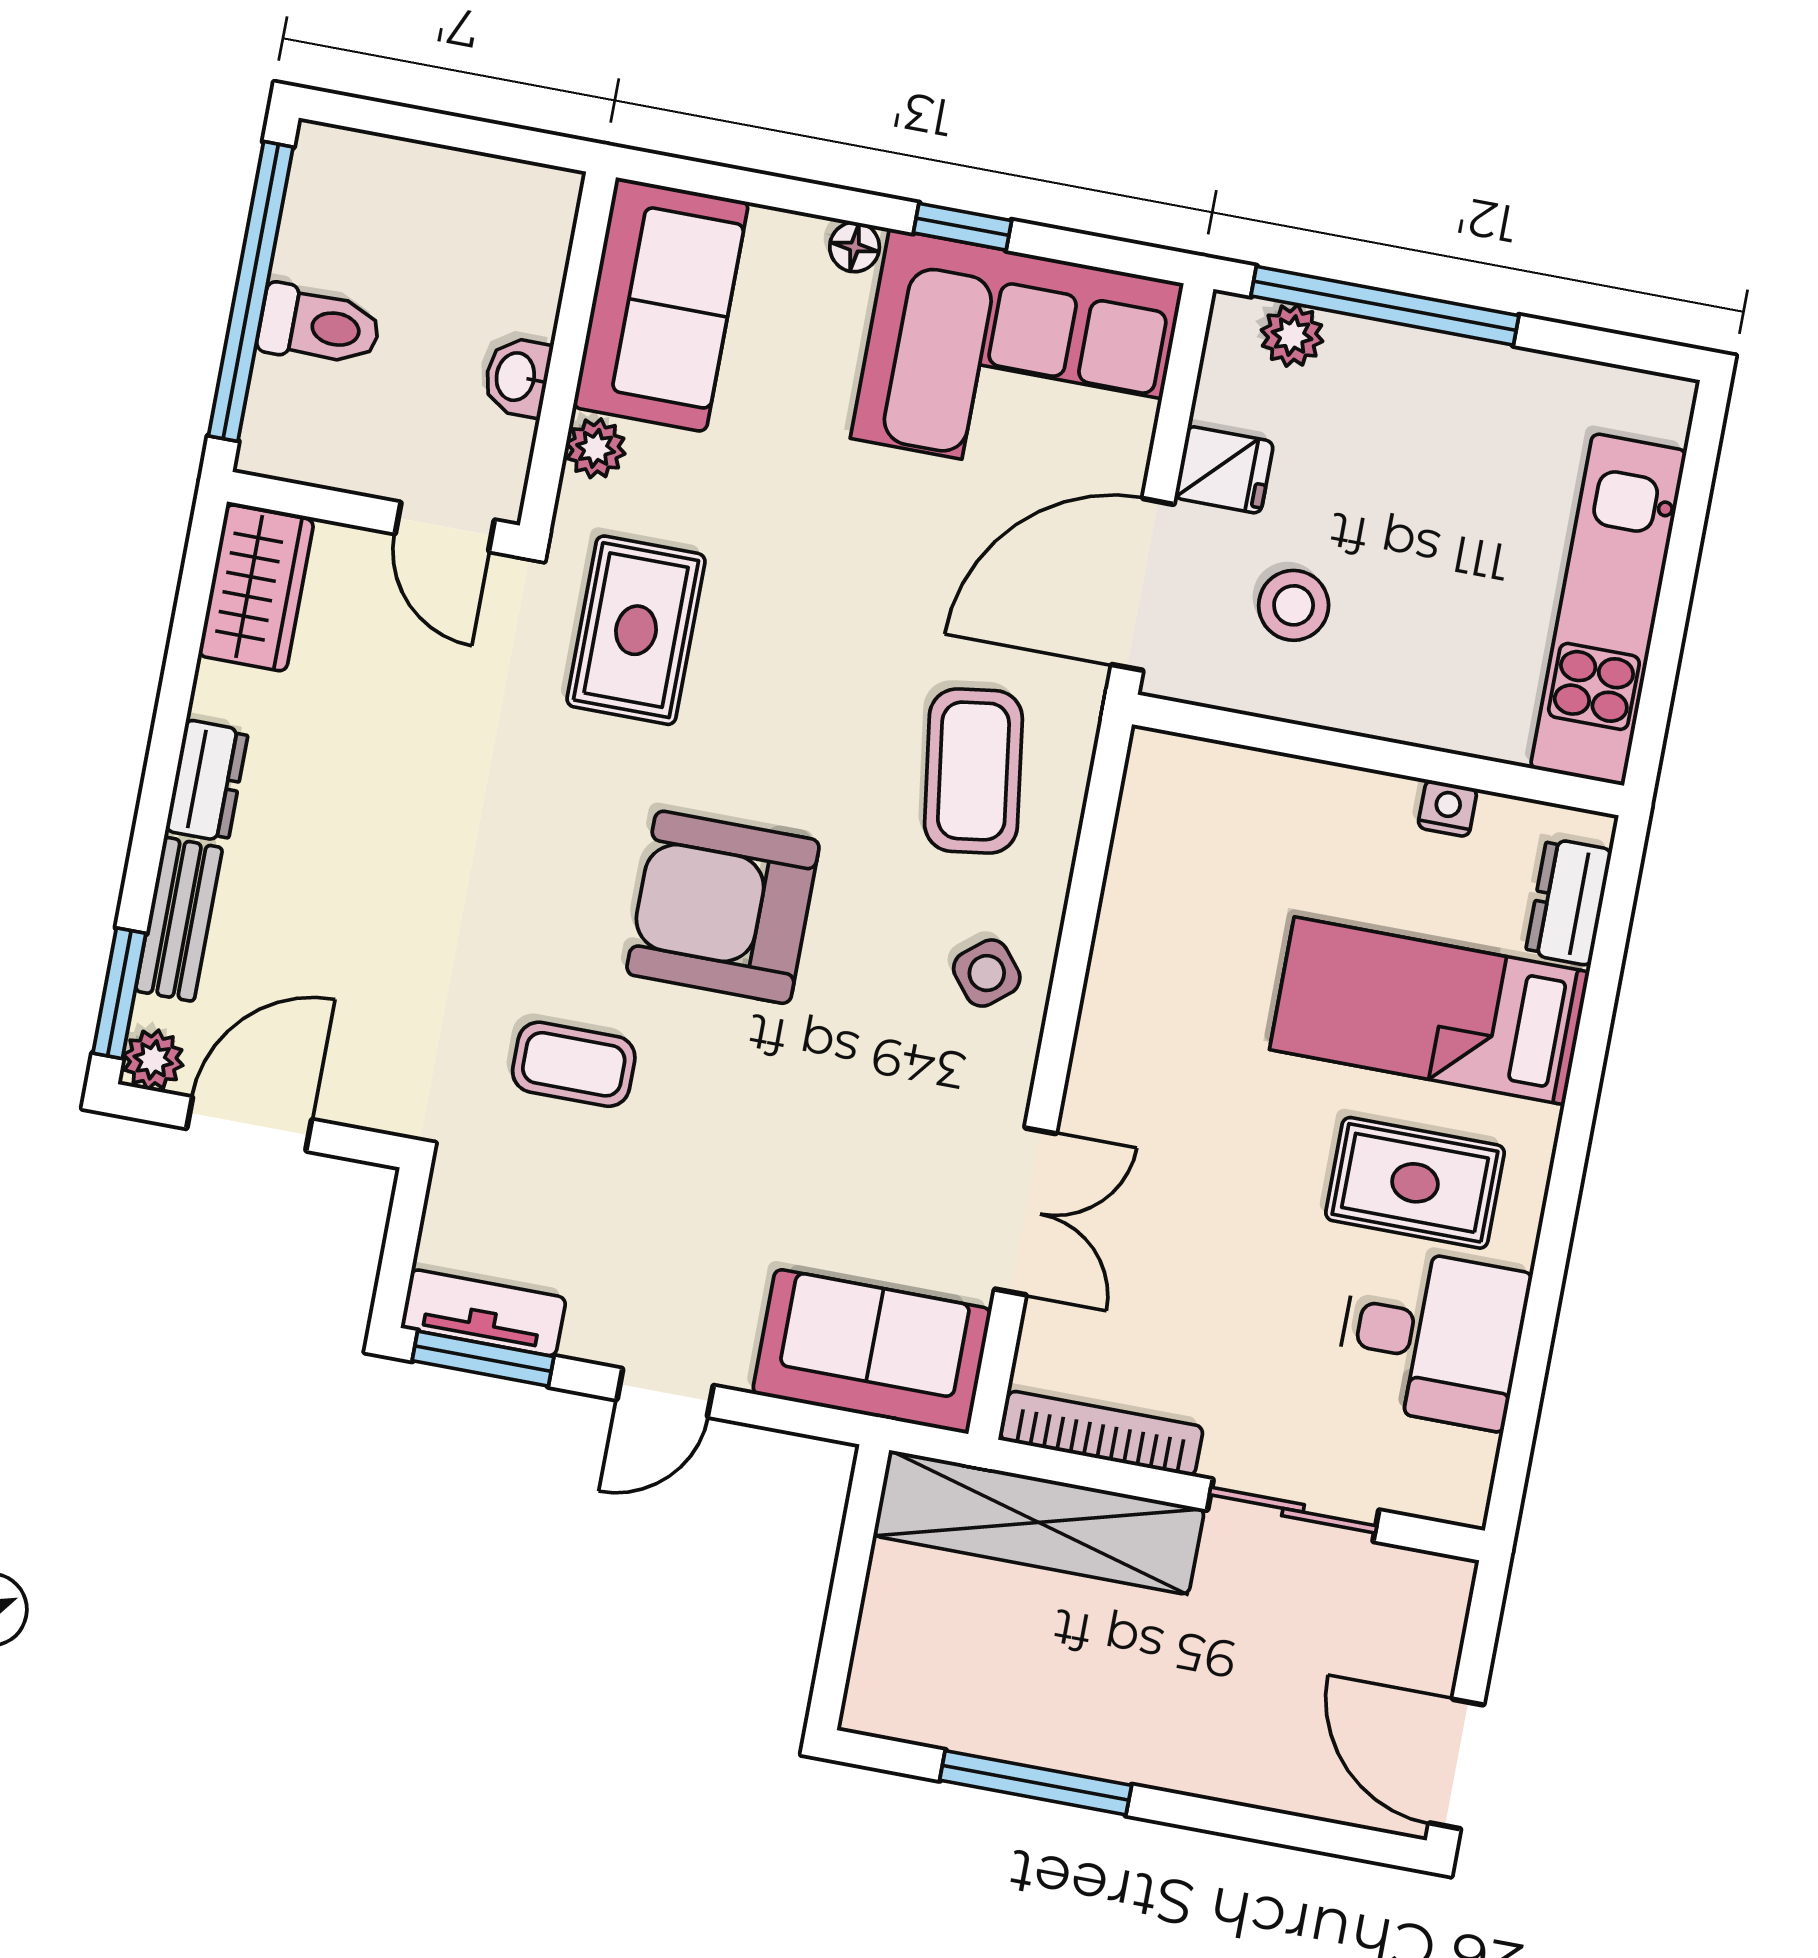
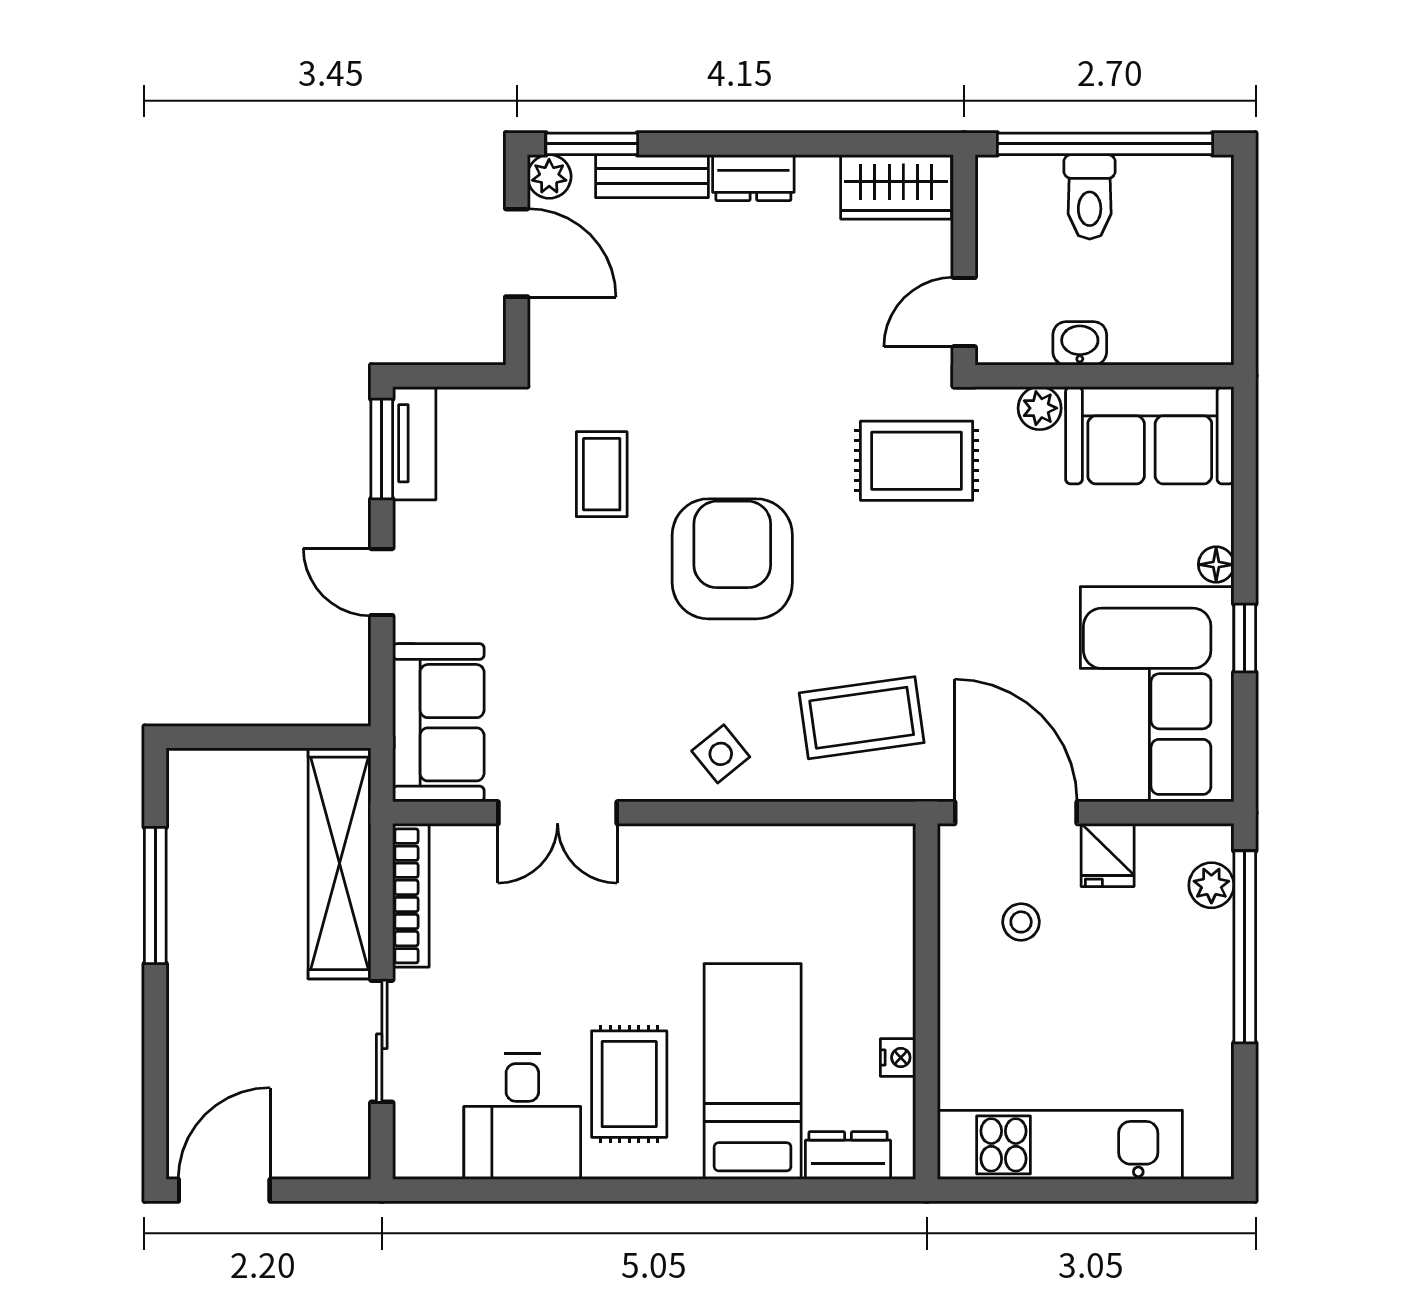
stool: (1294, 605) -> (1021, 922), width x0.73, depth x0.73

